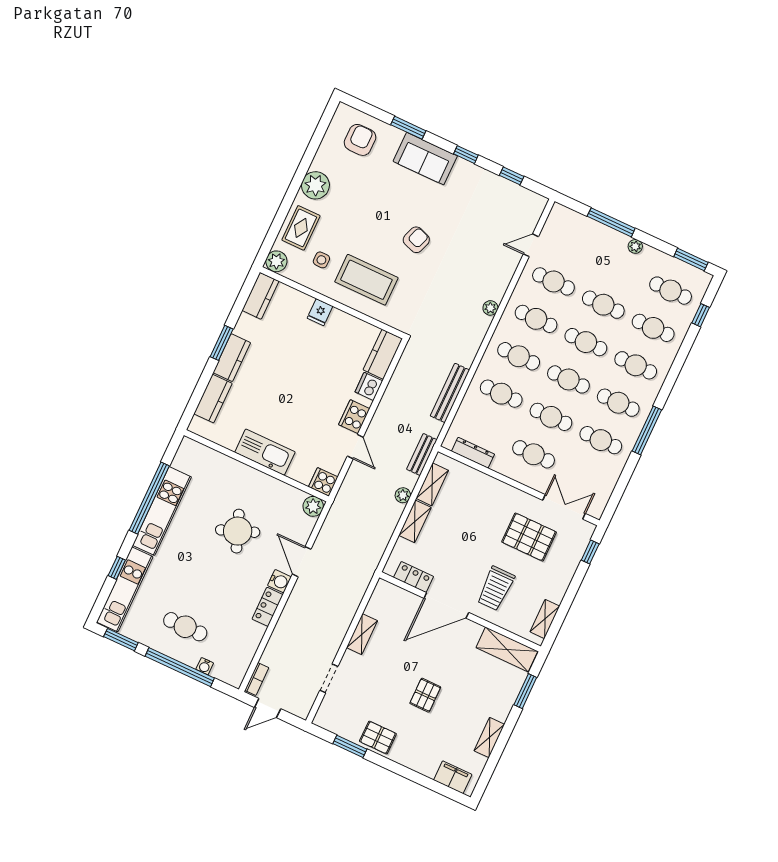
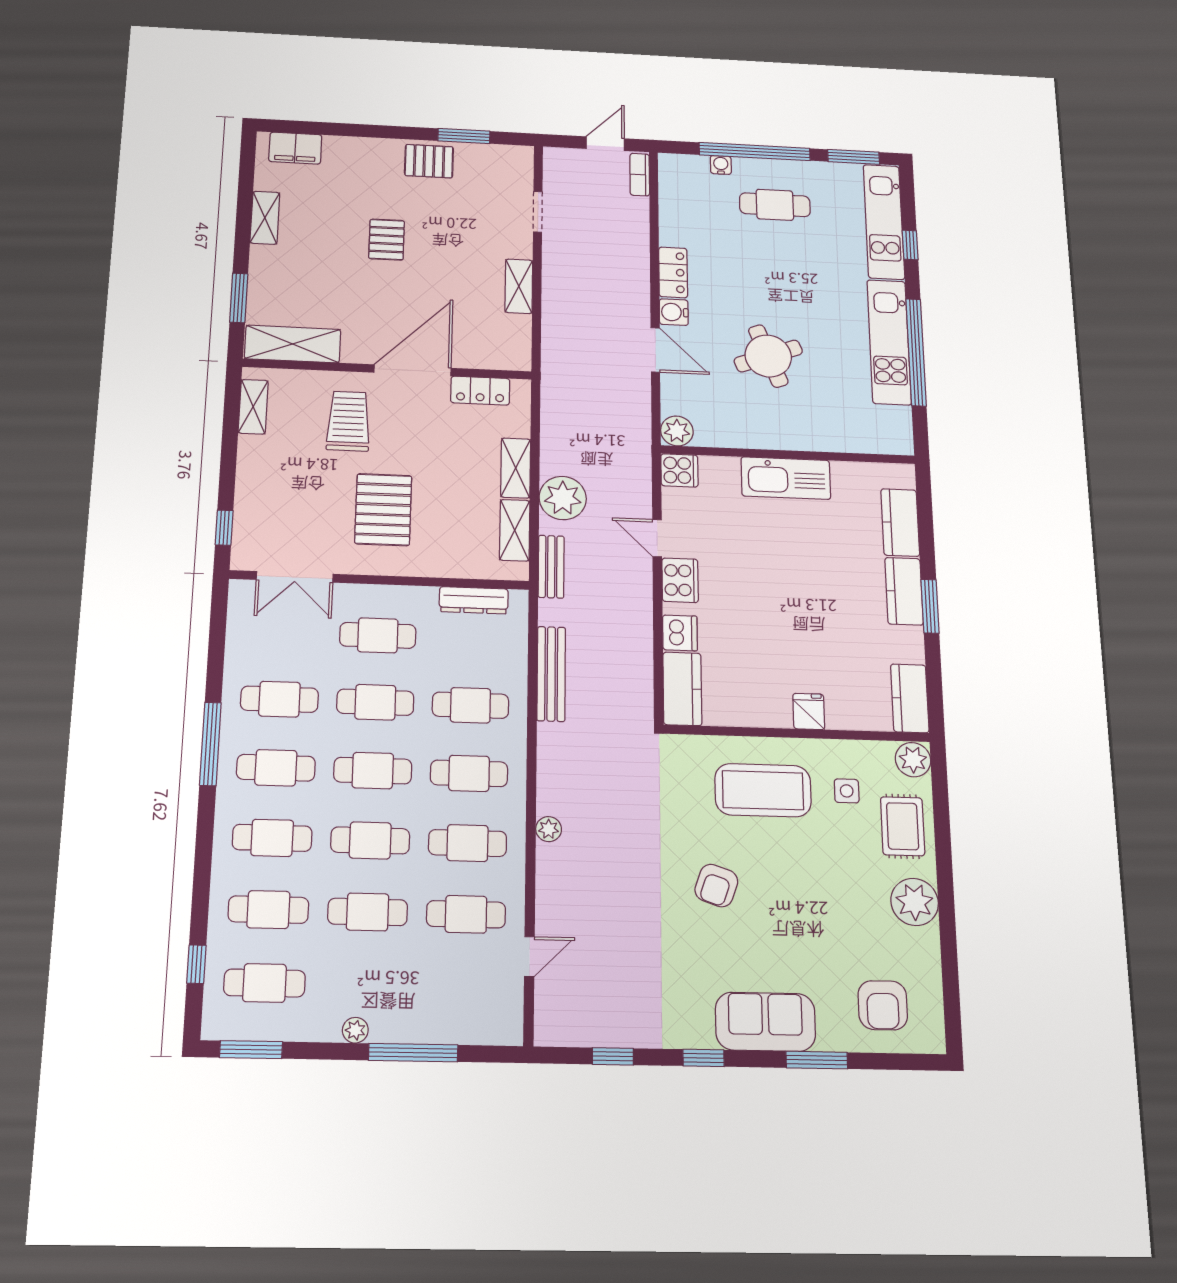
plant: (403, 495) -> (563, 498), width x1.87, depth x1.87
pallet: (529, 537) -> (383, 510), moved, turned 90

